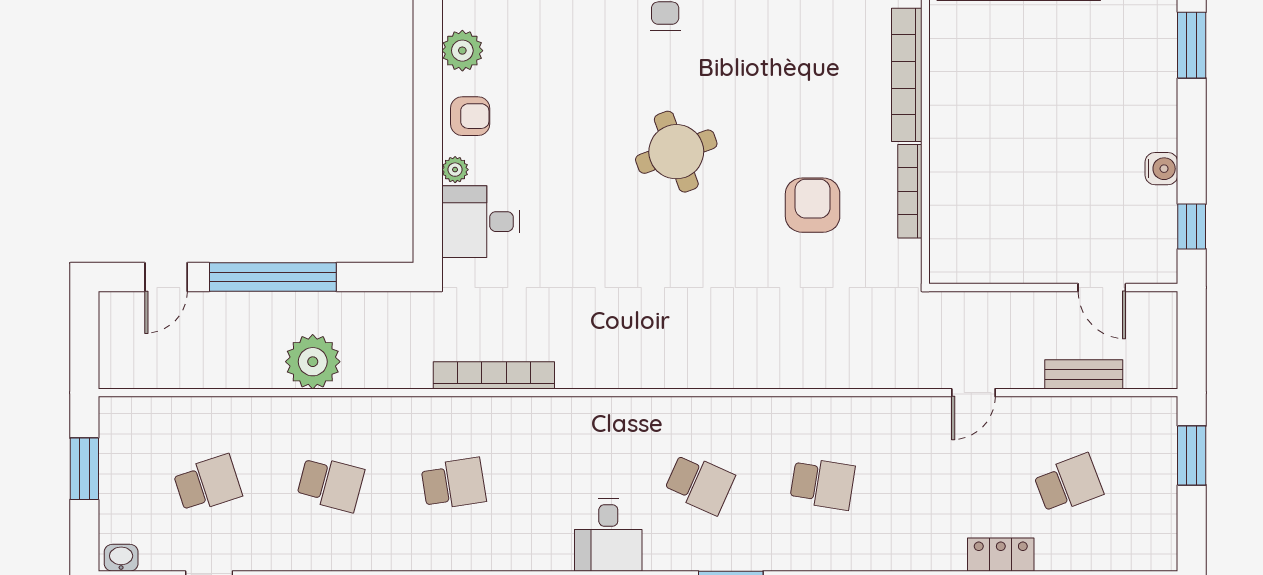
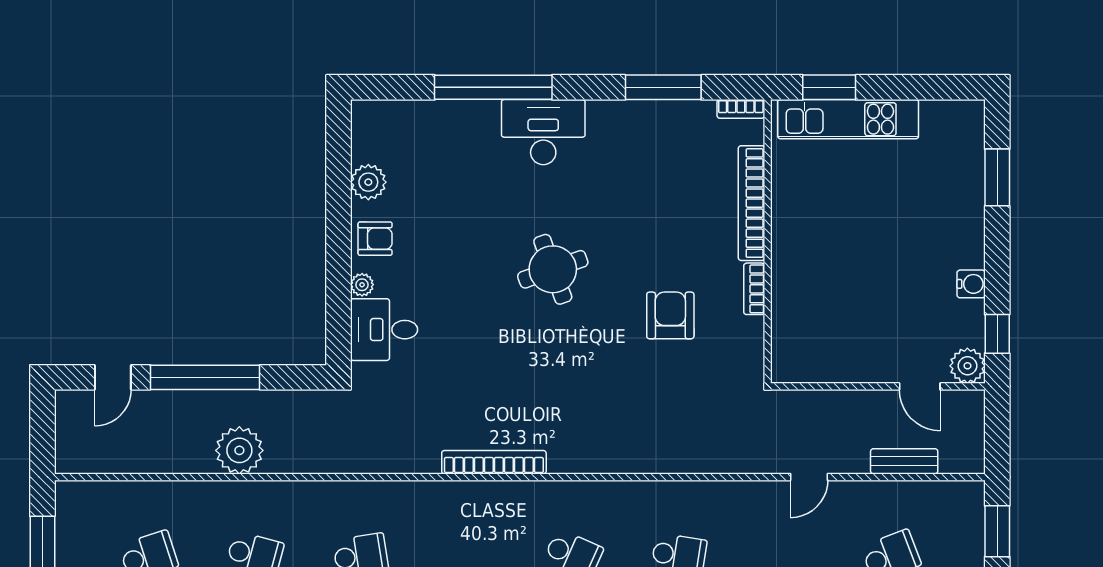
bookcase: (910, 191) -> (754, 289), width x0.64
plant: (1157, 264) -> (967, 366), added
bookcase: (494, 375) -> (494, 462), moved

